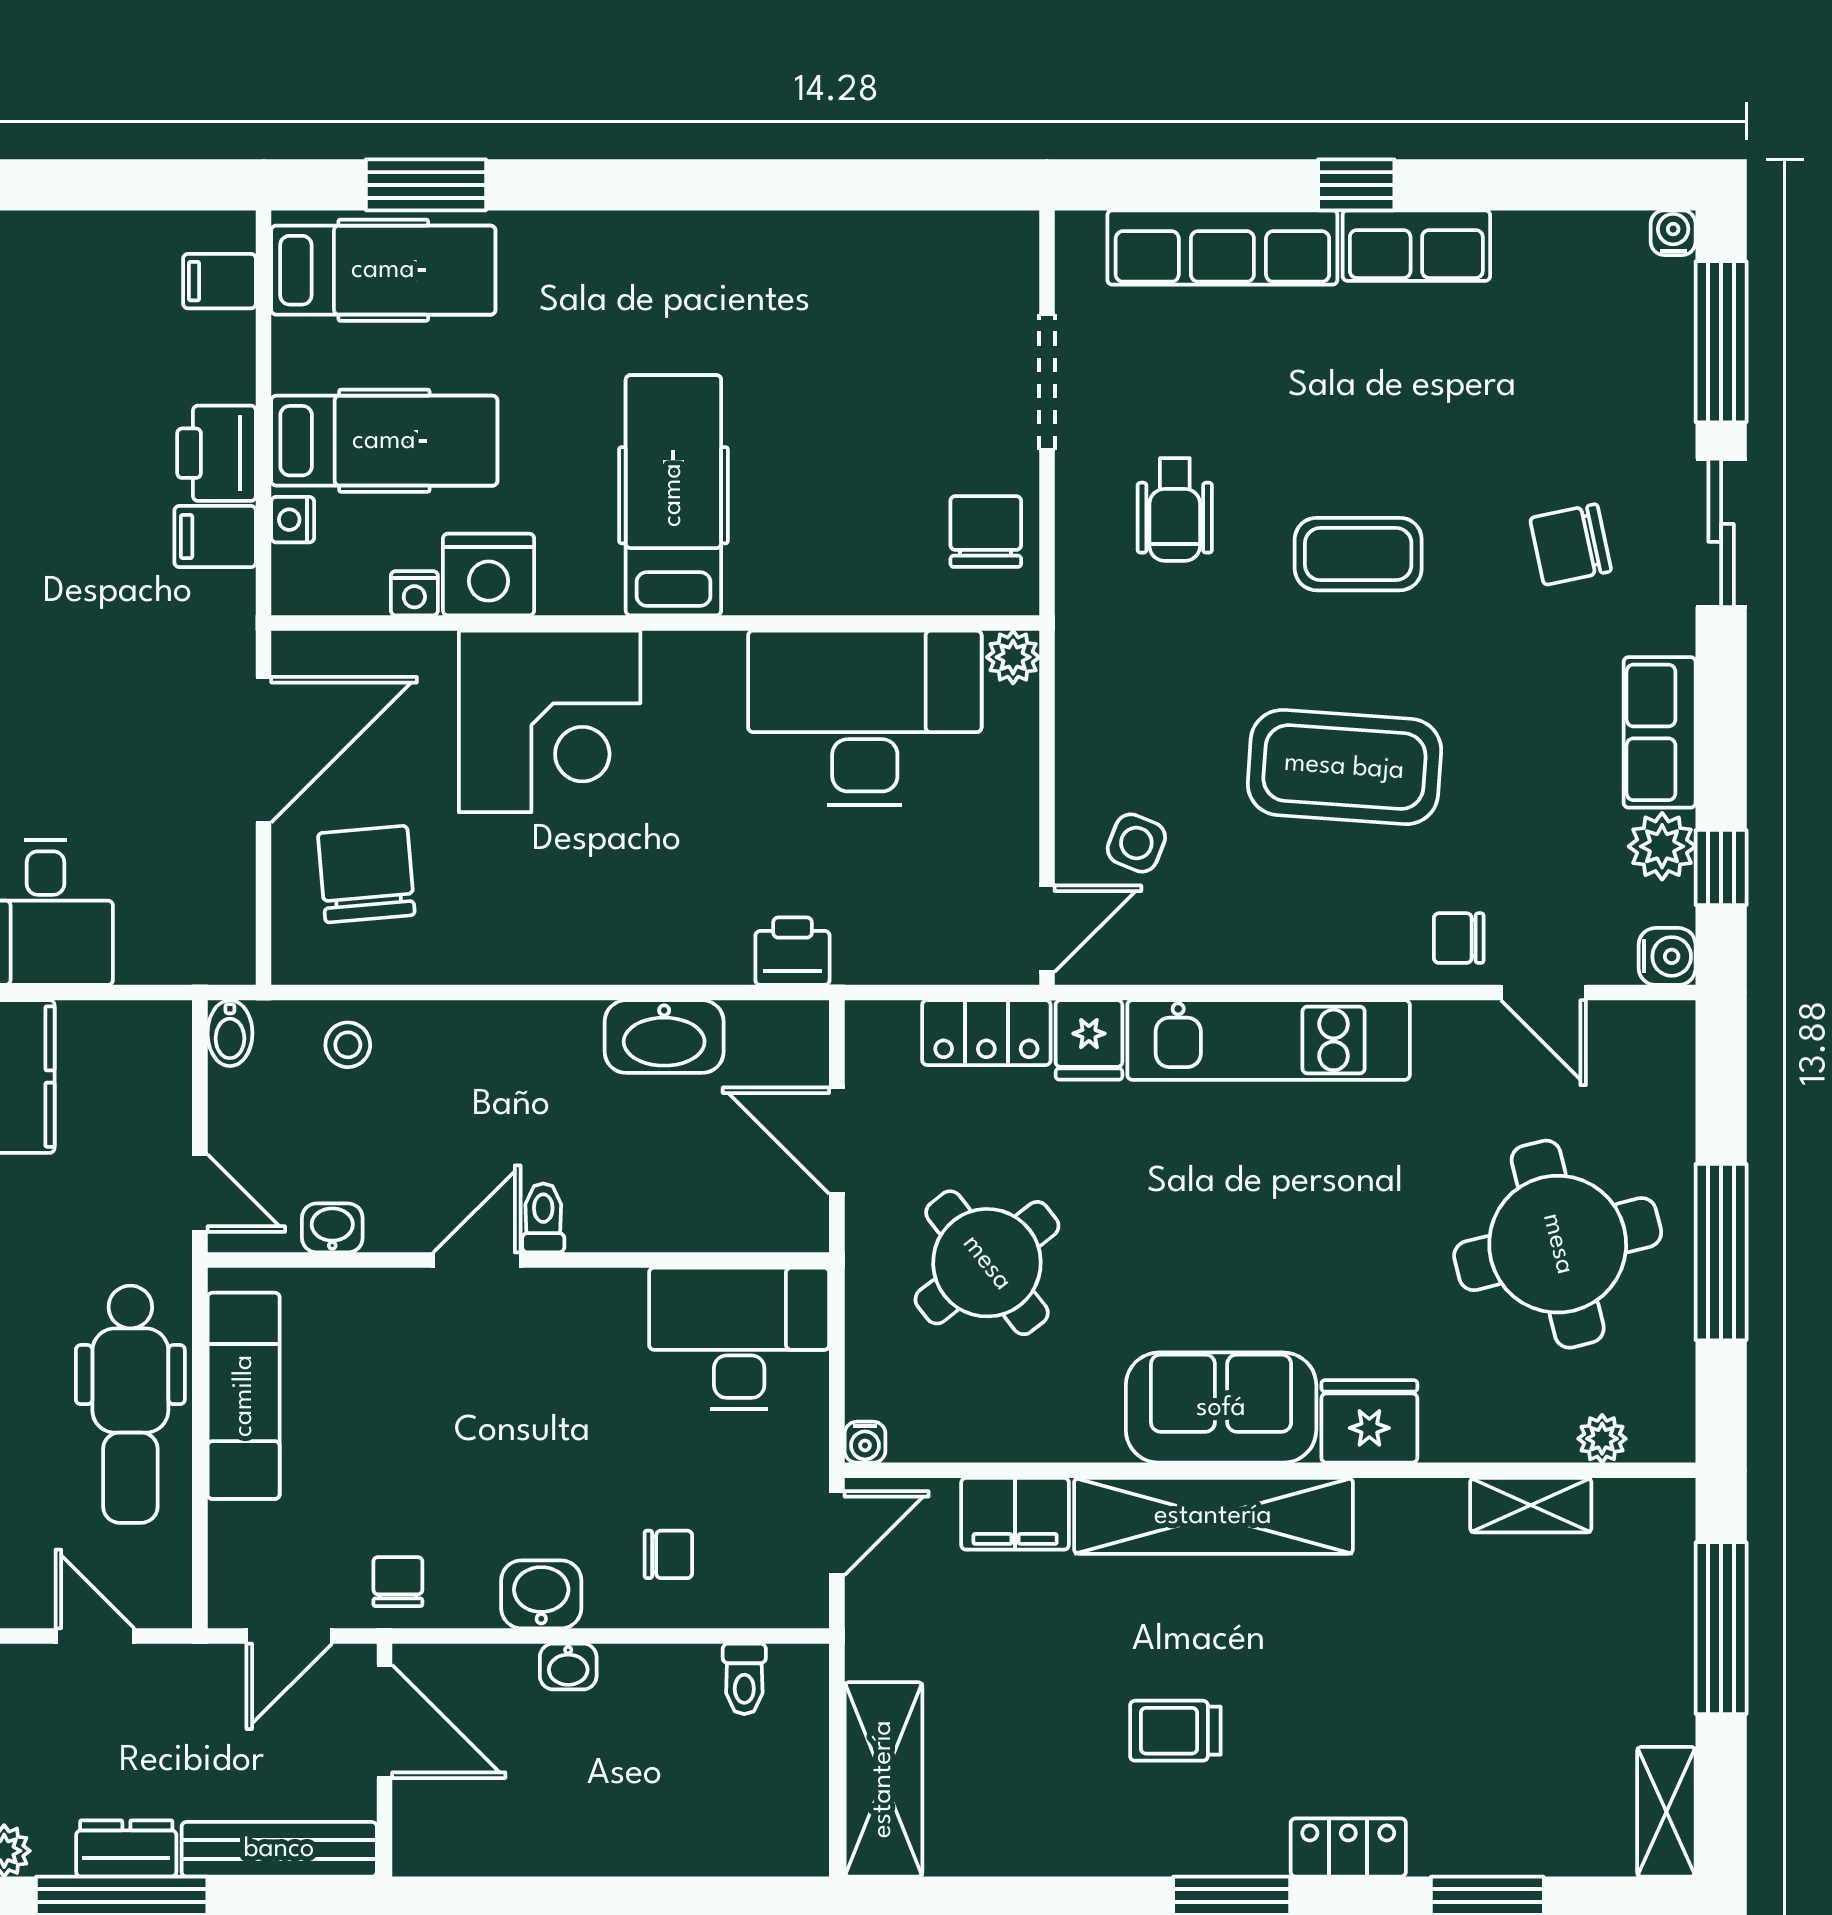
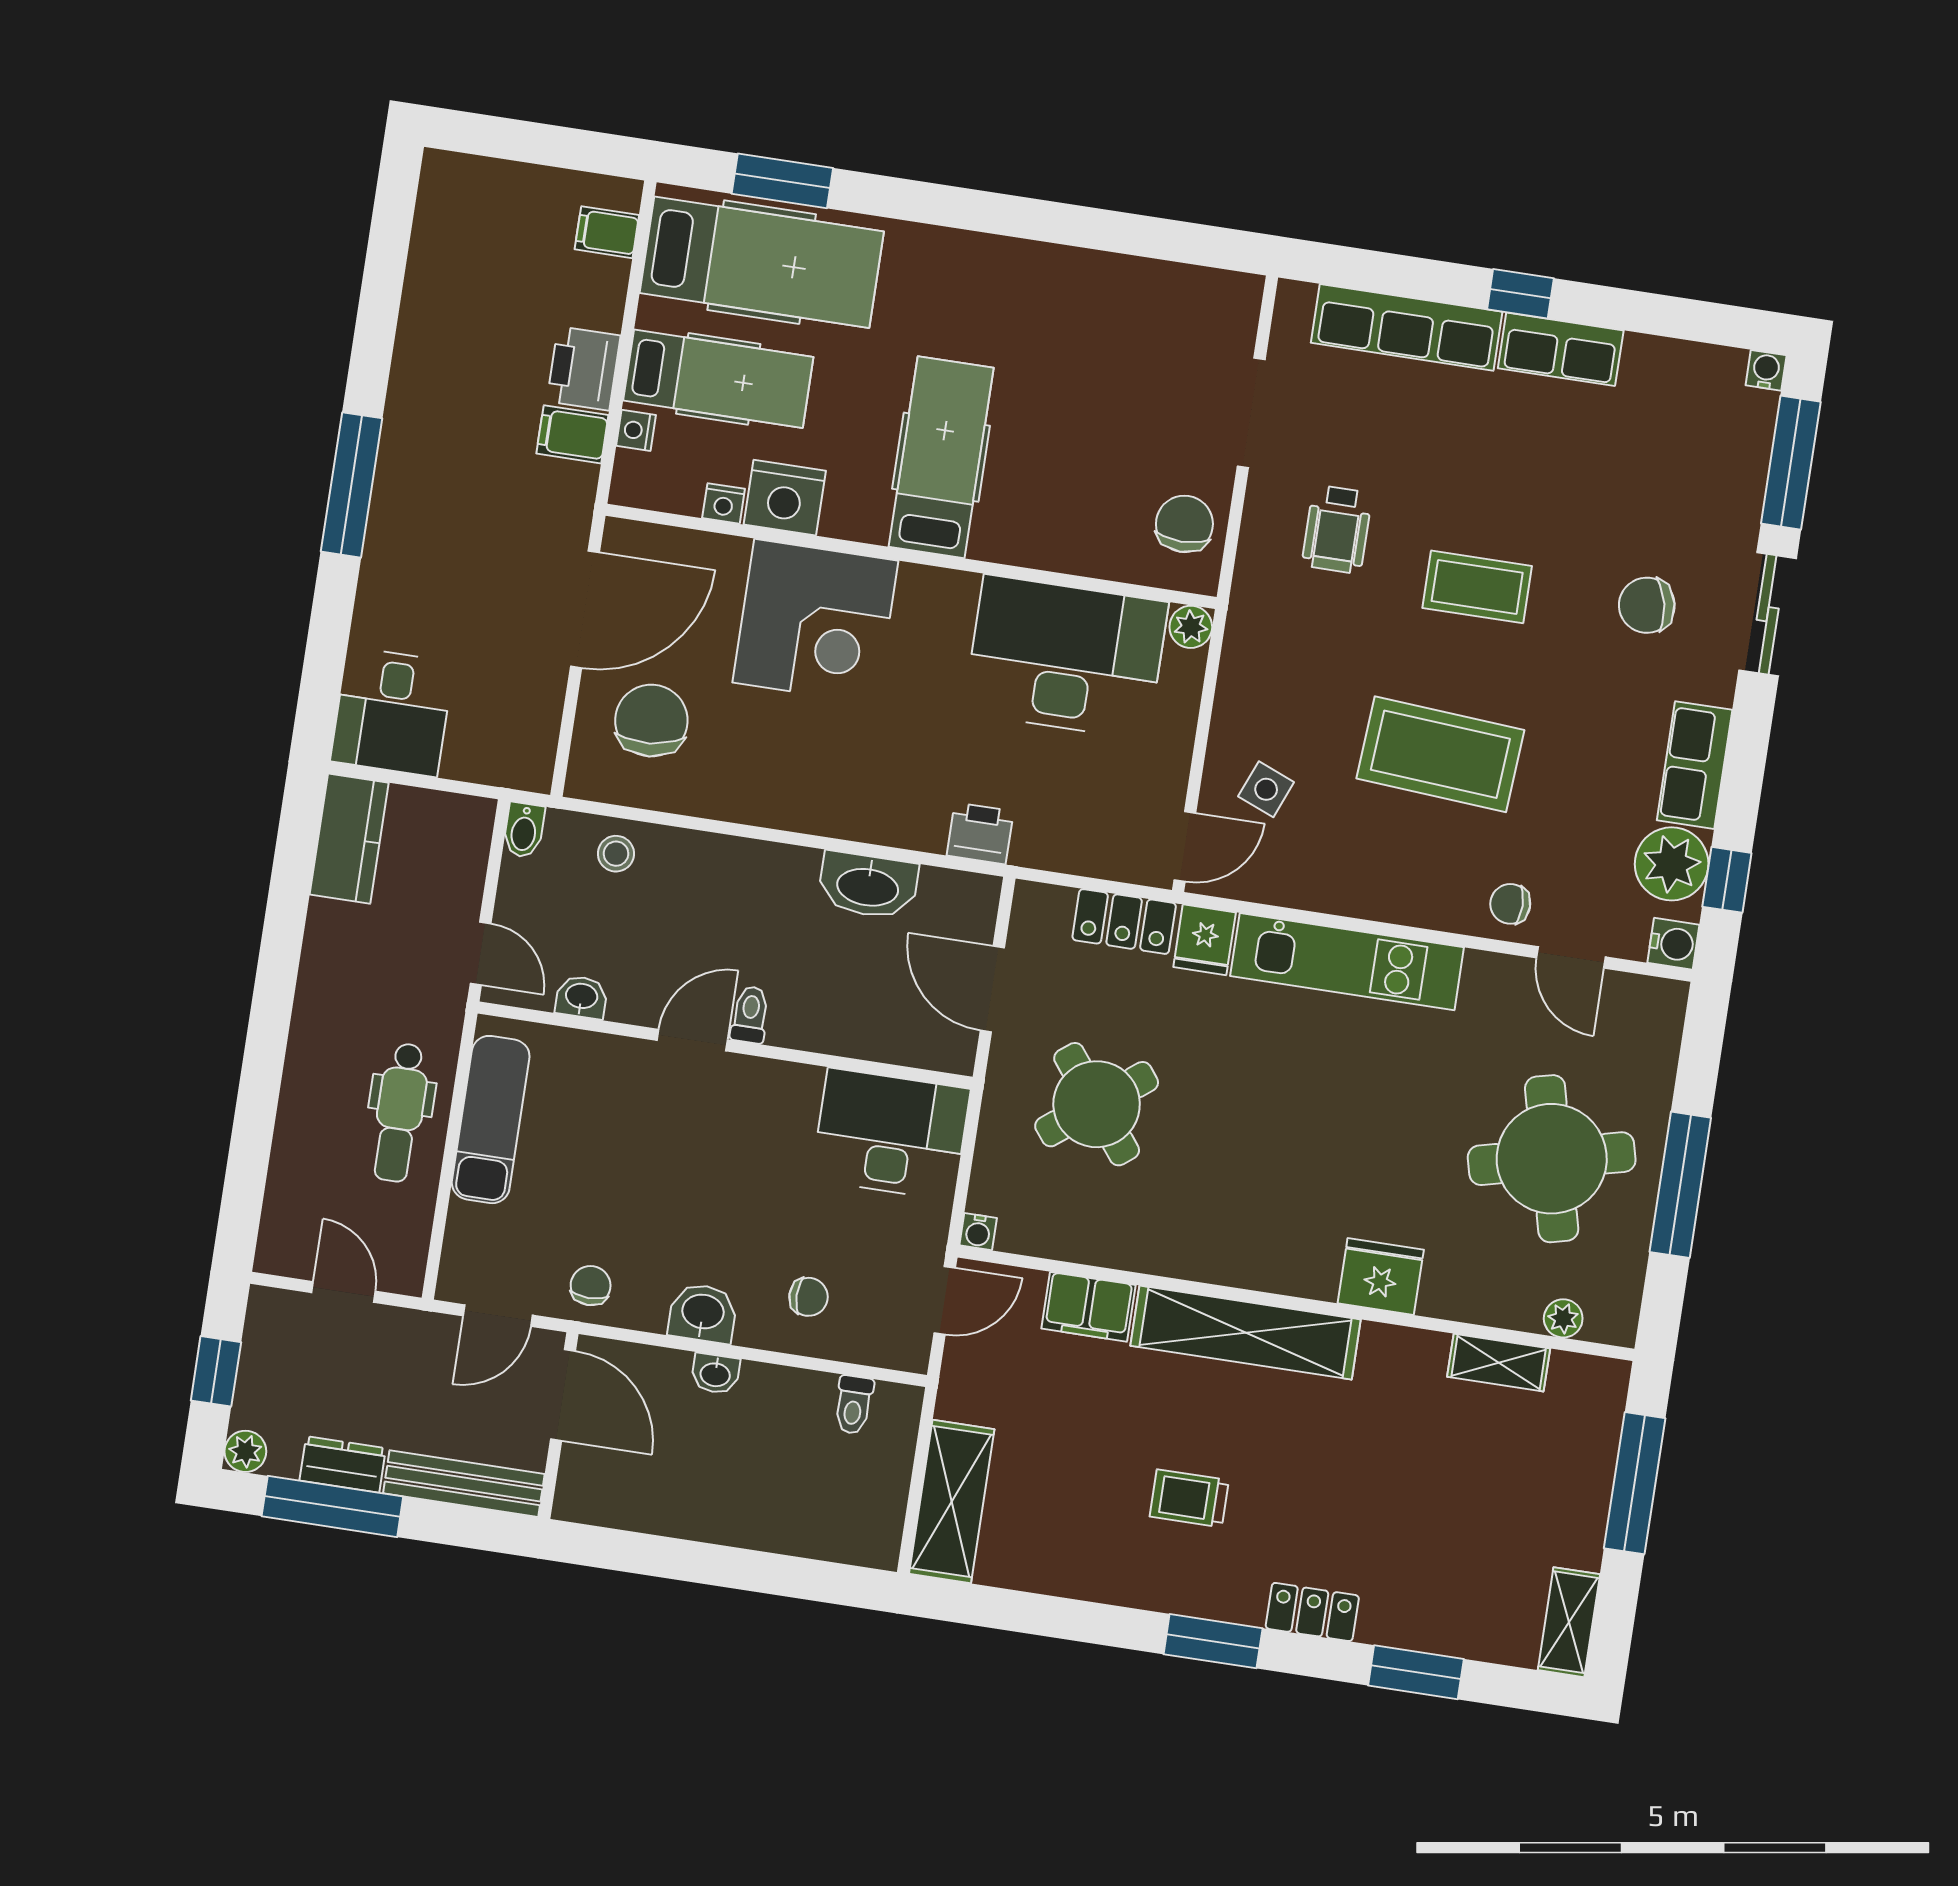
hospital bed: (383, 270) -> (762, 262), width x1.37, depth x1.29
plant: (1662, 846) -> (1672, 864), width x1.36, depth x1.36
dental chair: (130, 1404) -> (400, 1112), width x0.73, depth x0.72
sofa: (1221, 1408) -> (1265, 1247), removed

